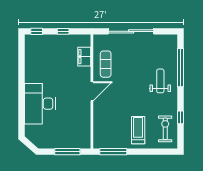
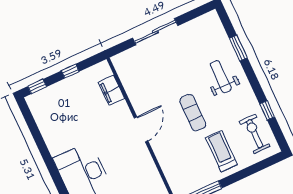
sliding door: (131, 31) -> (155, 32), width x0.73
exercise mat: (106, 64) -> (193, 113), moved
window: (181, 68) -> (238, 48), width x0.47

